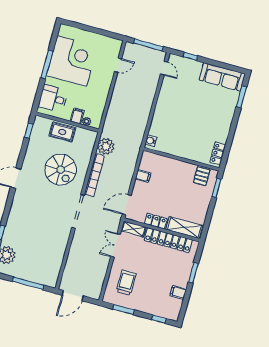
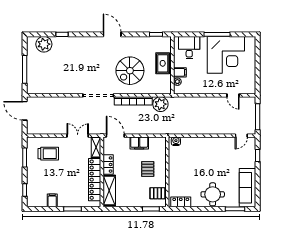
round table: (219, 117) -> (213, 194), added
filing cabinet: (143, 176) -> (139, 143), width x2.00
pallet: (172, 179) -> (148, 169), added

